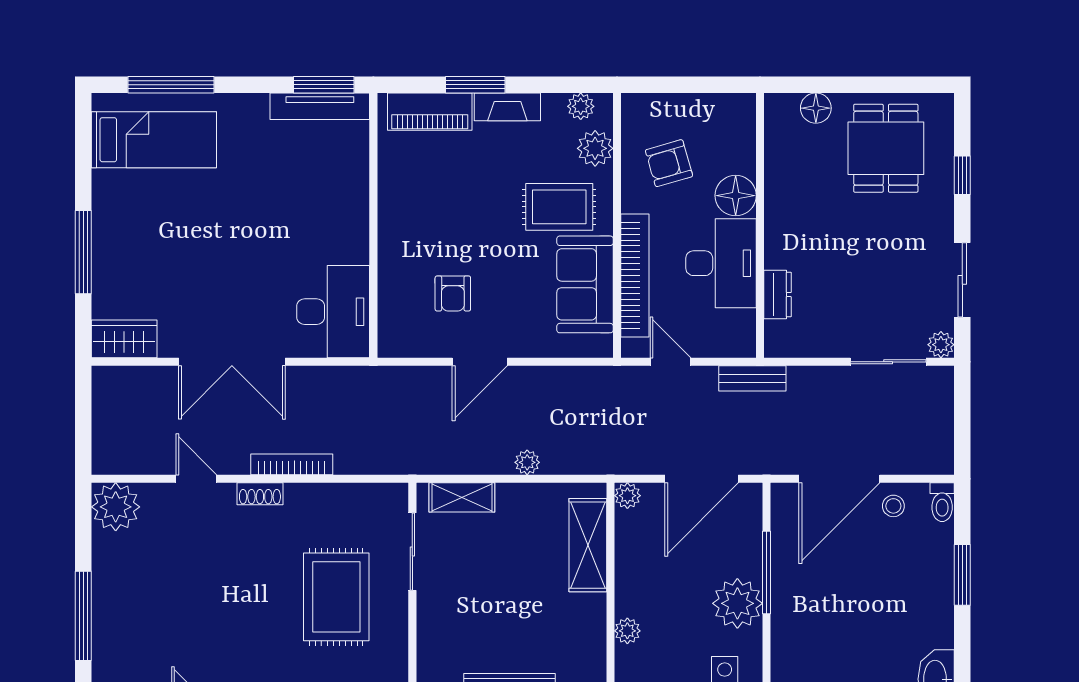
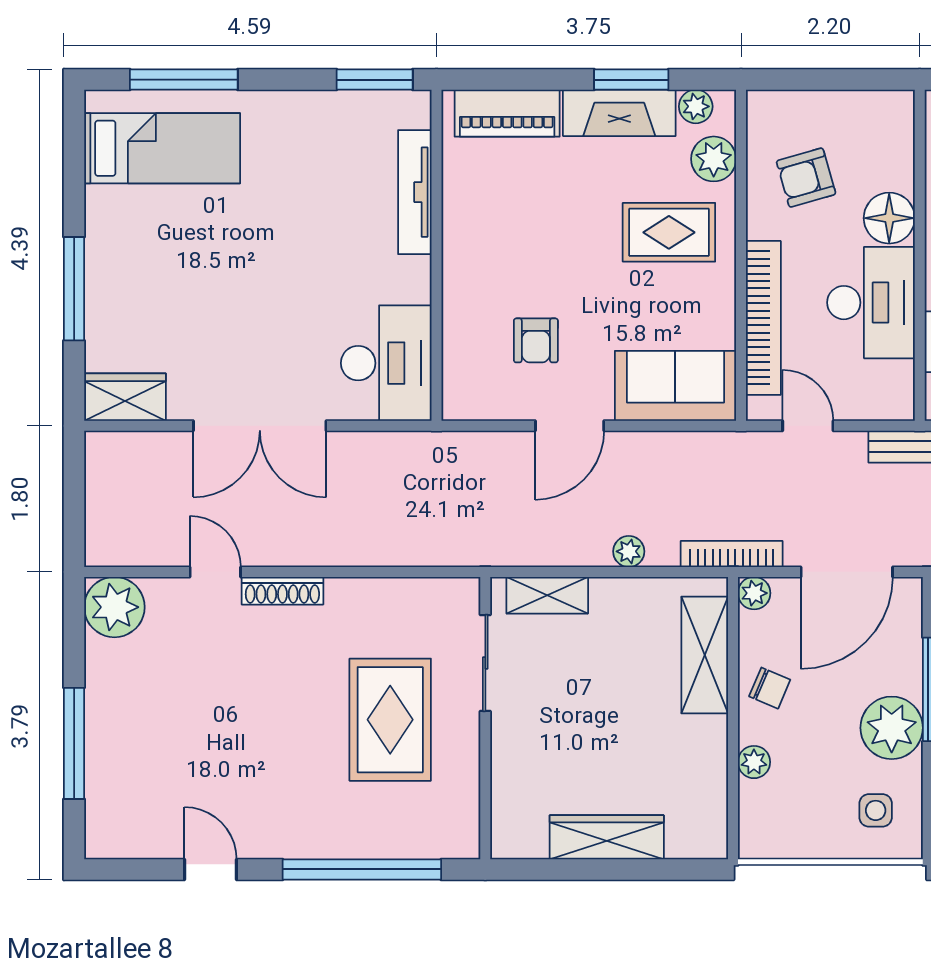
window: (475, 85) -> (631, 80), moved
tv unit: (320, 106) -> (415, 192), moved, turned 90
fireplace: (507, 107) -> (619, 113), width x1.37, depth x1.32
sofa: (585, 284) -> (675, 386), moved, turned 90
bookcase: (292, 464) -> (732, 554), moved
shoe rack: (260, 494) -> (282, 591), width x1.43
chair: (640, 572) -> (770, 688), added

